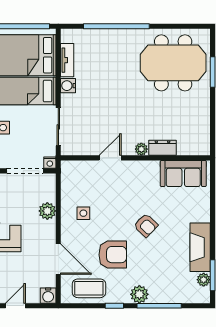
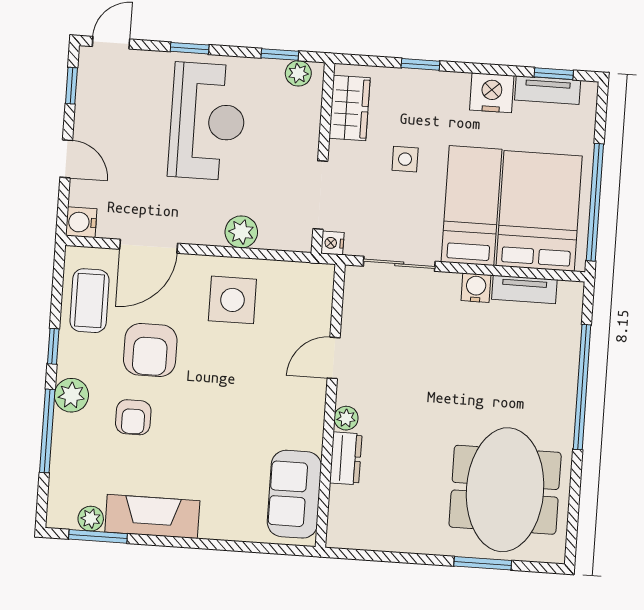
door: (110, 158) -> (334, 358), swing flipped
side table: (83, 213) -> (232, 300), width x1.87, depth x1.87
armchair: (146, 225) -> (133, 417), moved, turned -44

